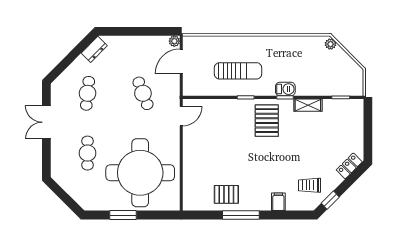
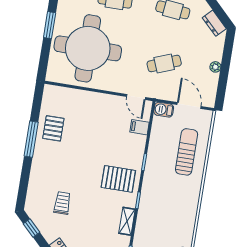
plant: (174, 41) -> (215, 67), moved
sun lounger: (238, 71) -> (187, 152), moved, turned 180
barbecue: (285, 89) -> (164, 110), moved, turned 90
trolley: (309, 185) -> (62, 203), moved
filing cabinet: (278, 202) -> (140, 127), moved, turned 180

